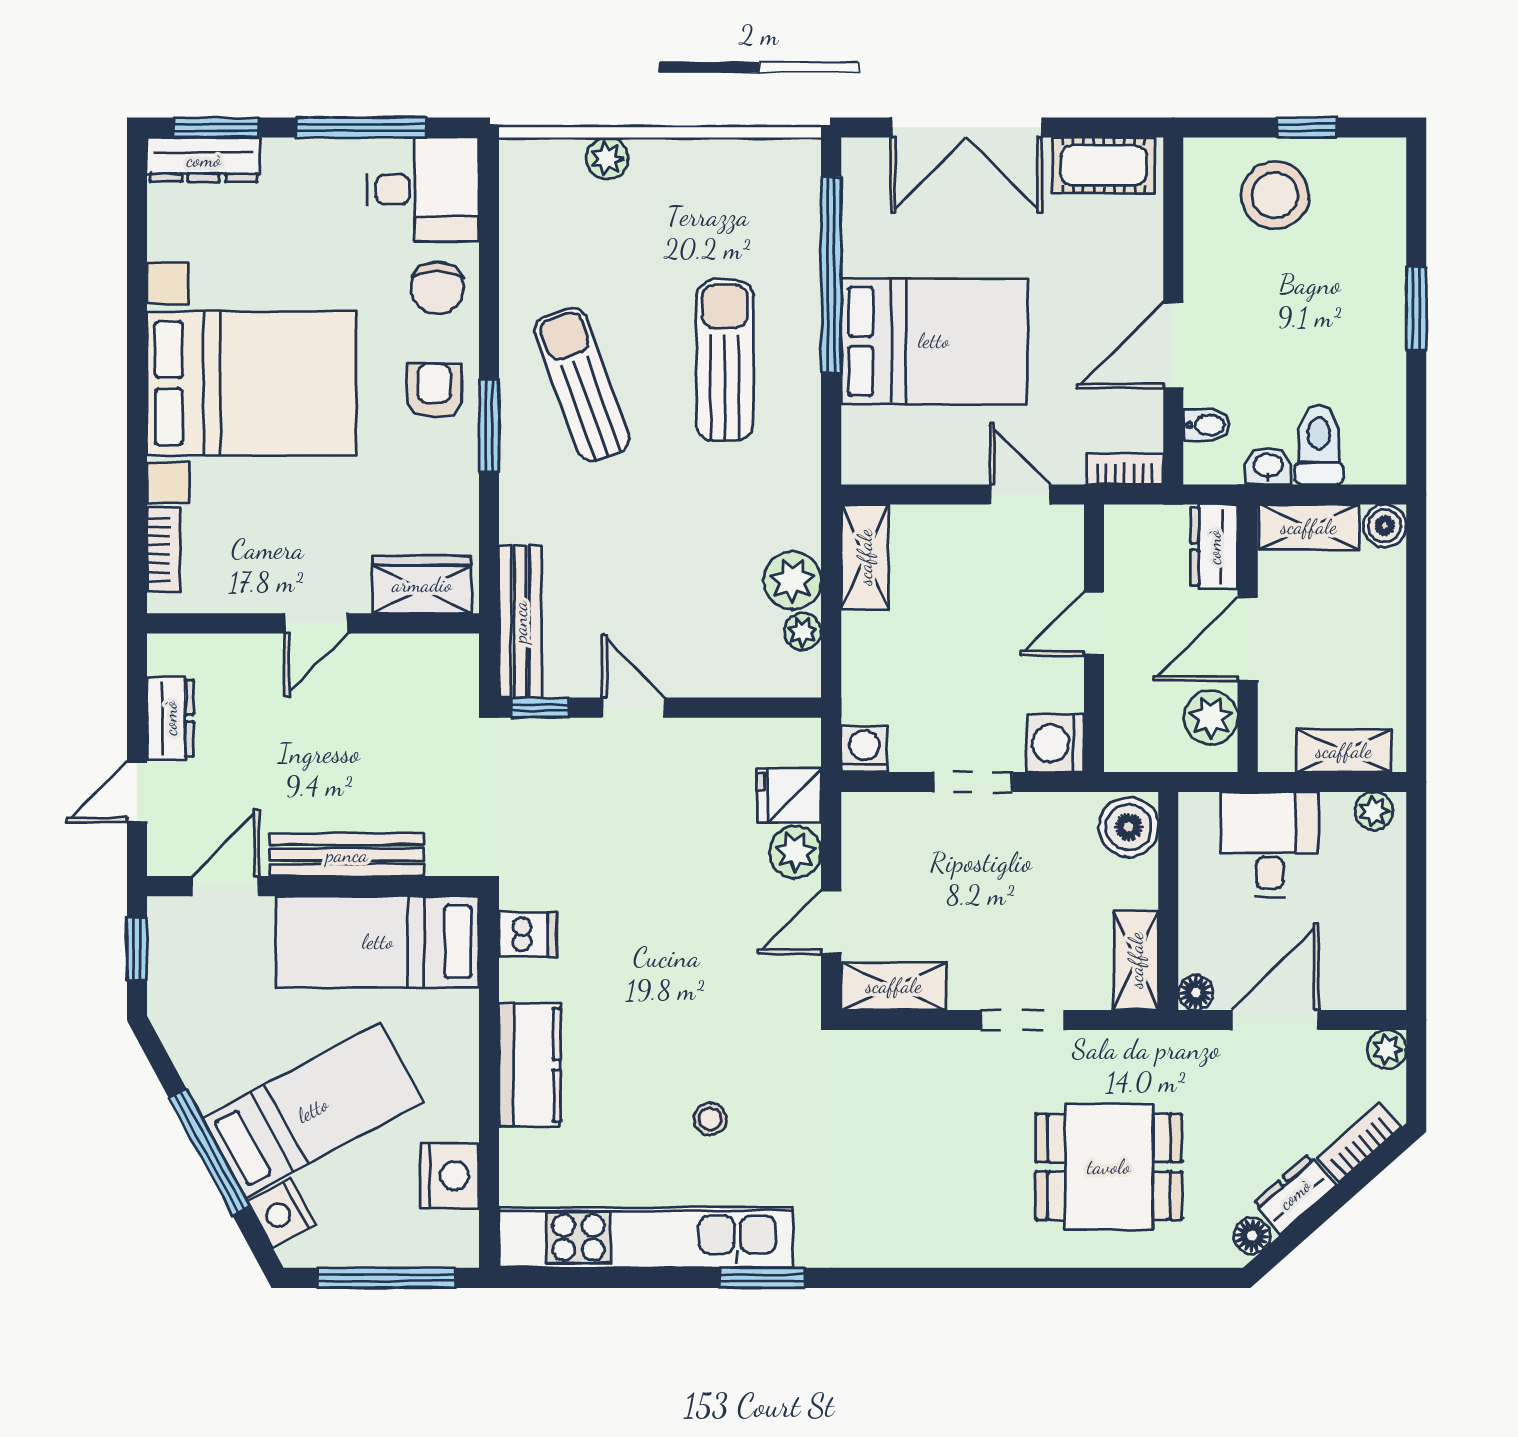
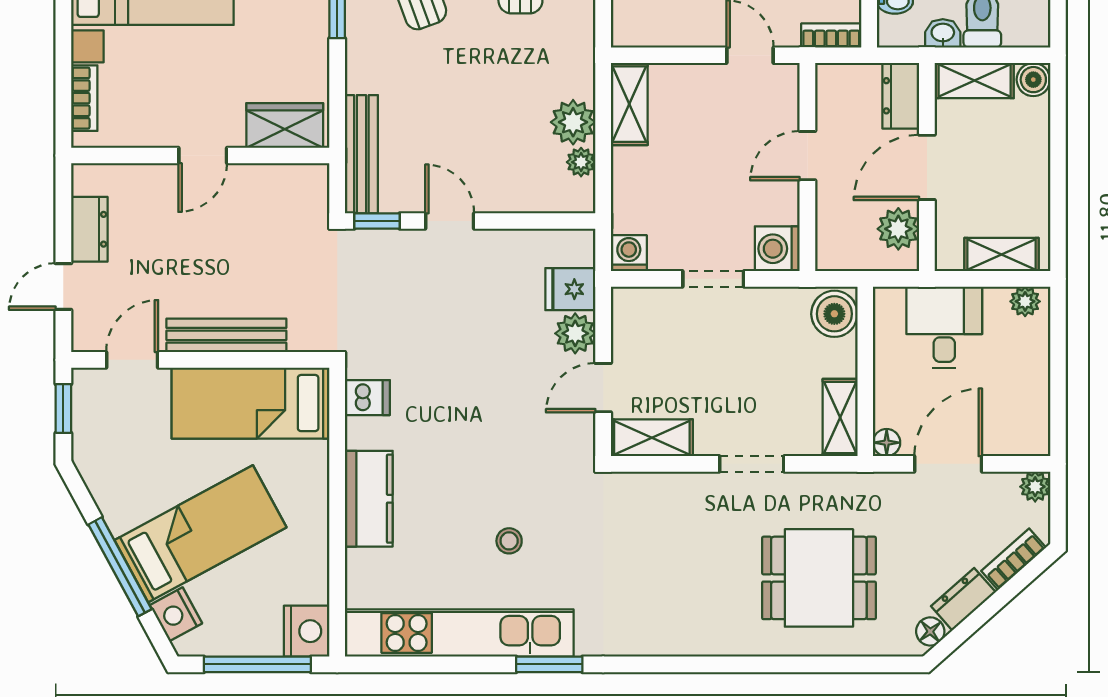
nightstand: (450, 1176) -> (307, 631), moved

